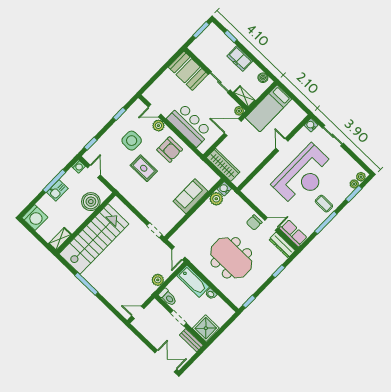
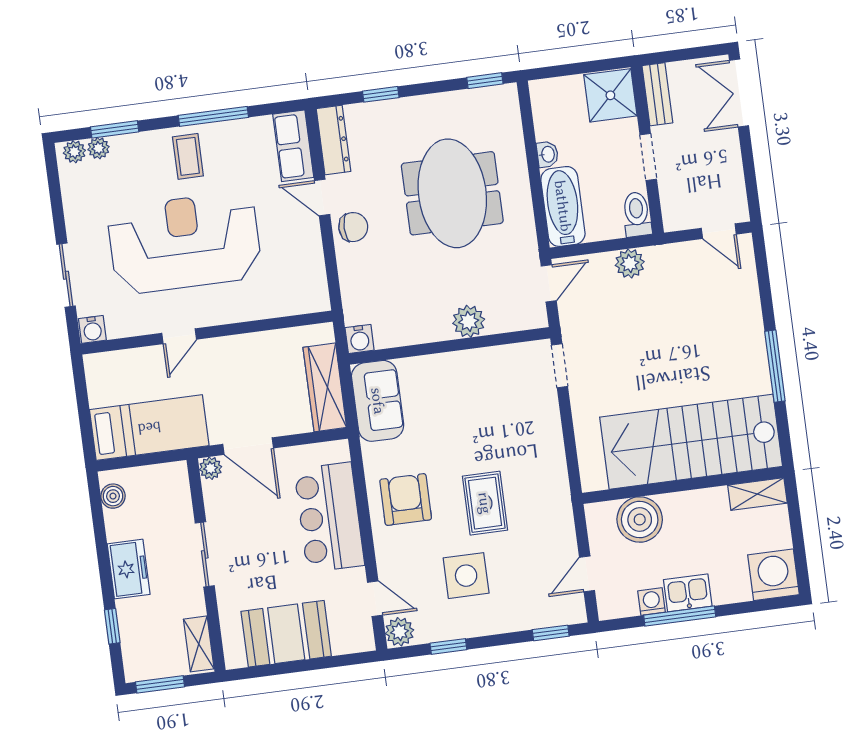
booth: (188, 71) -> (286, 634), moved, turned 90
shelving: (244, 97) -> (199, 644), moved
plant: (158, 126) -> (400, 632), moved
washing machine: (79, 166) -> (652, 602), moved
sofa: (191, 196) -> (378, 401), moved, turned -90
plant: (216, 199) -> (469, 321), moved

